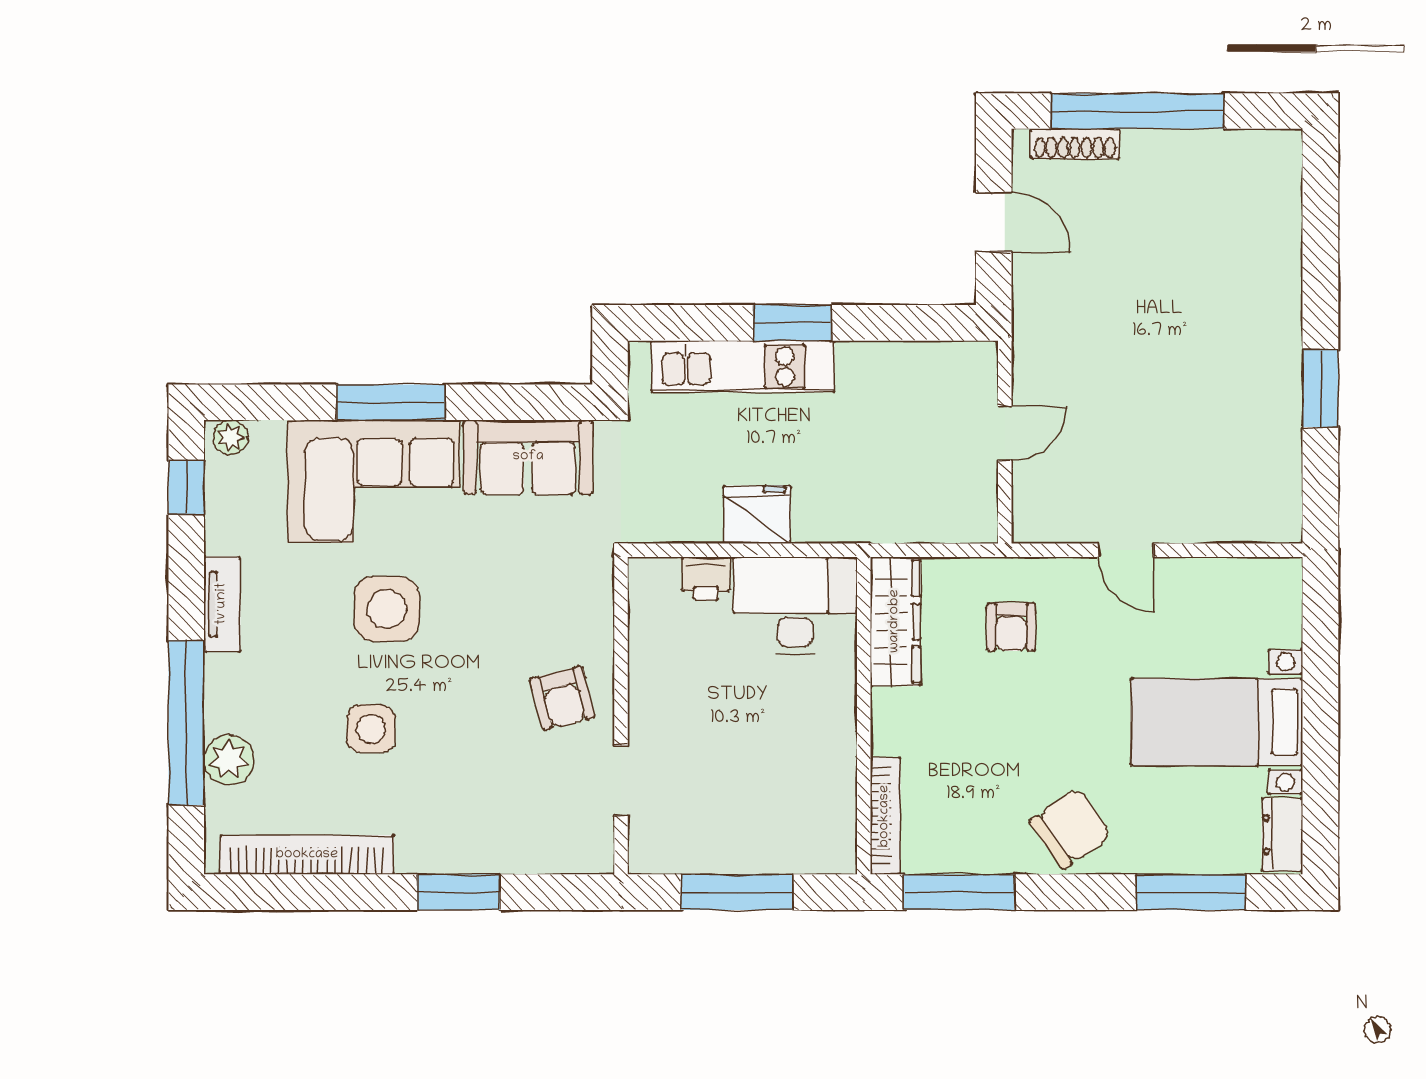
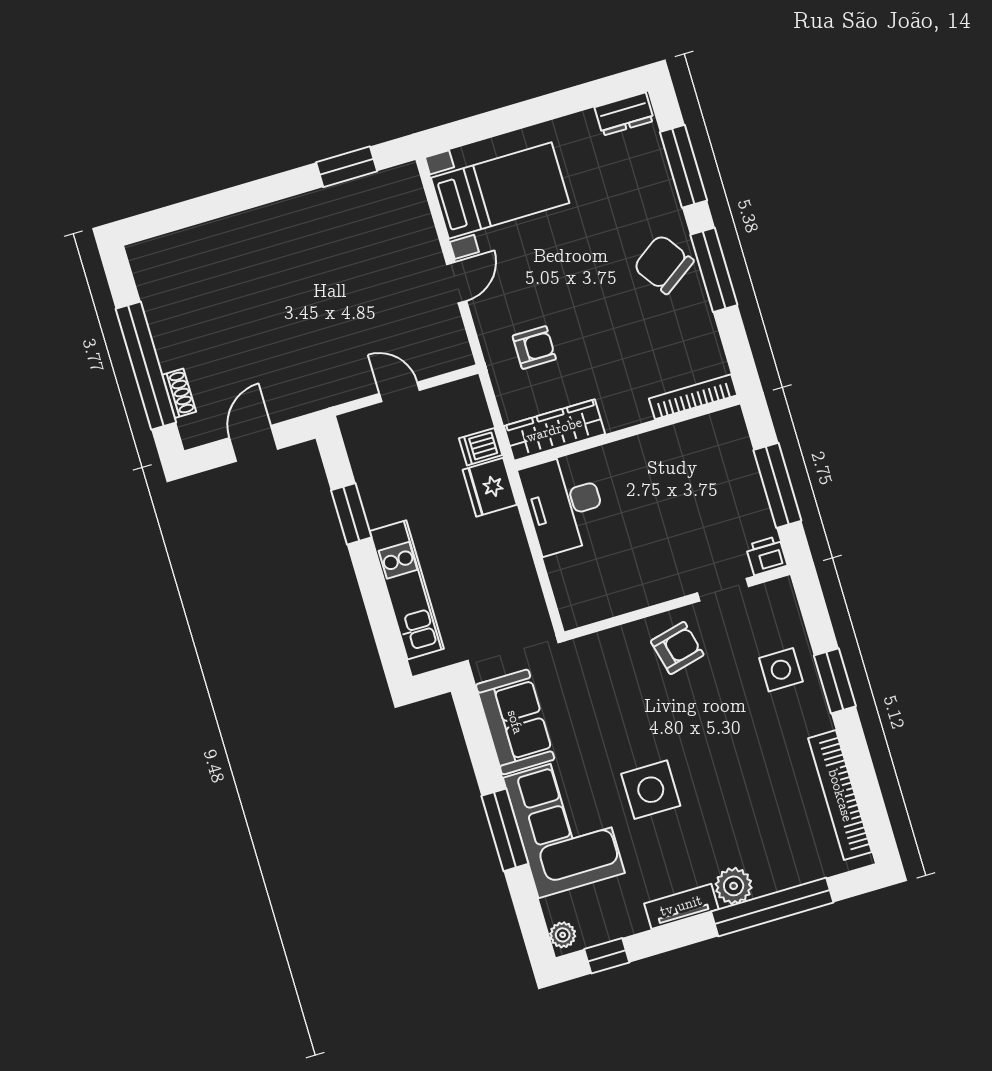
shoe rack: (1075, 144) -> (179, 393), width x0.70
window: (792, 323) -> (351, 514), moved
window: (1320, 388) -> (347, 167), moved
fridge: (757, 515) -> (490, 487), moved
dishwasher: (902, 518) -> (481, 447), added
printer: (706, 578) -> (766, 556), moved, turned -90
bed with nightstands: (1217, 722) -> (500, 190), moved, turned -90
side table: (371, 729) -> (781, 670), moved
plant: (229, 760) -> (734, 886), moved
window: (959, 892) -> (714, 270), moved

